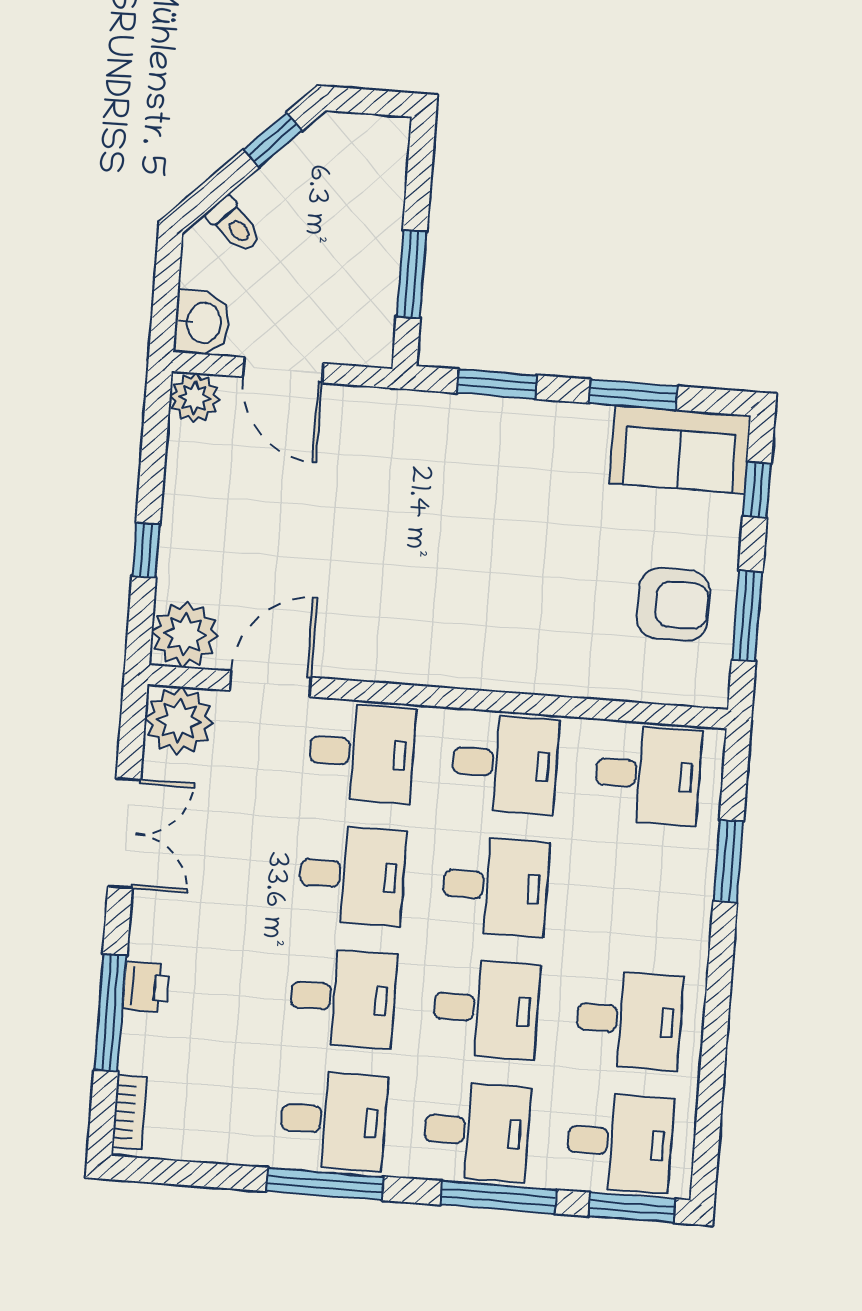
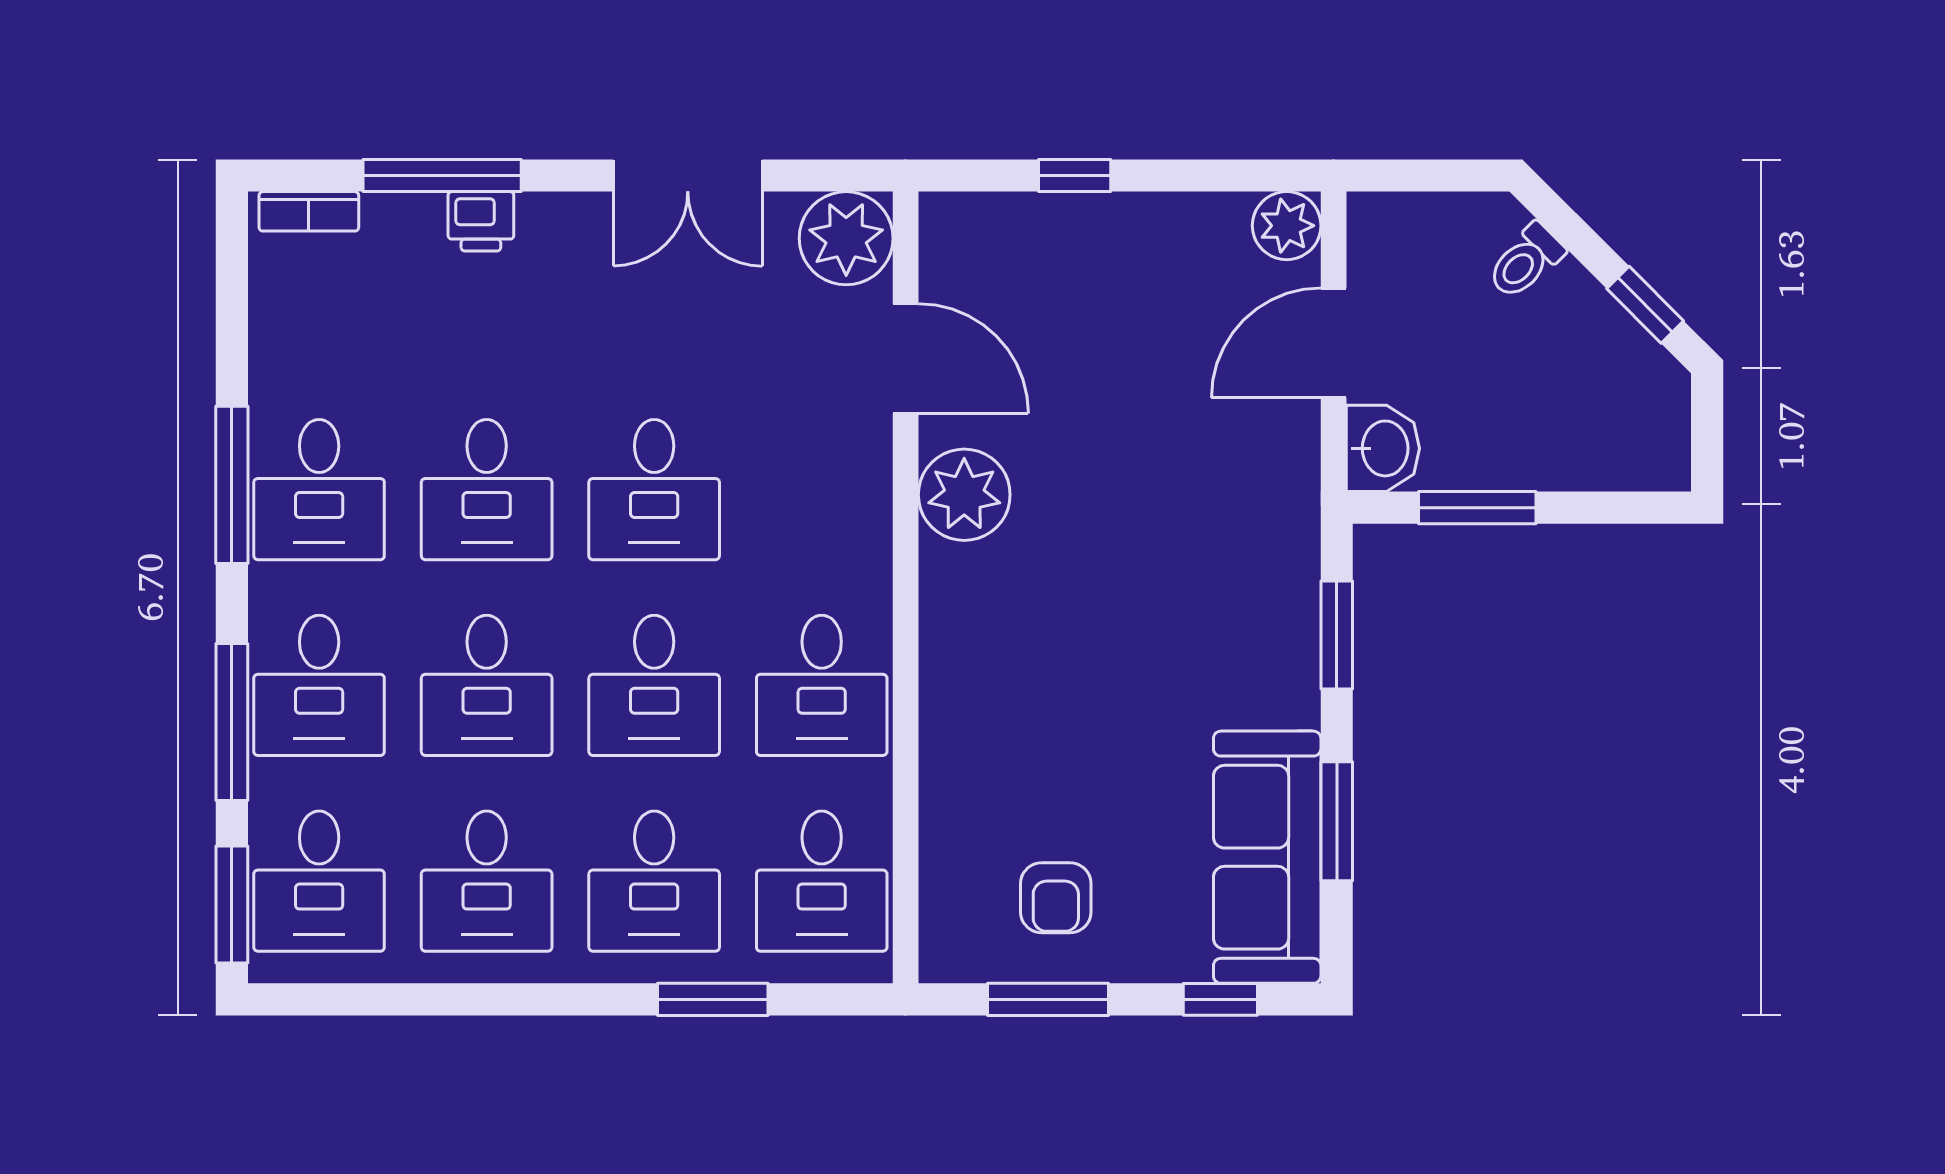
washbasin: (202, 323) -> (1383, 448), moved, turned -90
sofa: (680, 449) -> (1267, 857), width x1.36
armchair: (673, 604) -> (1056, 898), width x0.72, depth x0.72
plant: (185, 634) -> (964, 495), moved
desk: (362, 753) -> (654, 881), moved

